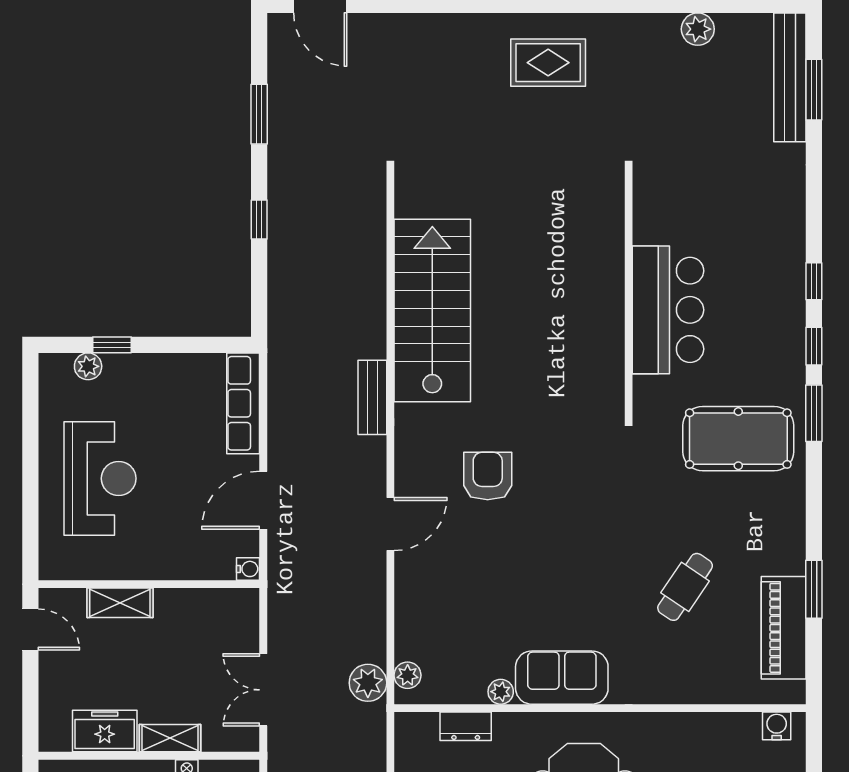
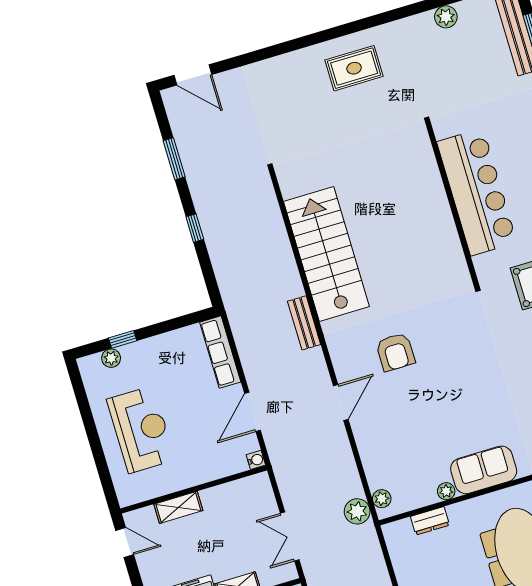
bar counter: (668, 310) -> (477, 192), width x1.36
armchair: (488, 476) -> (395, 352), turned 180

